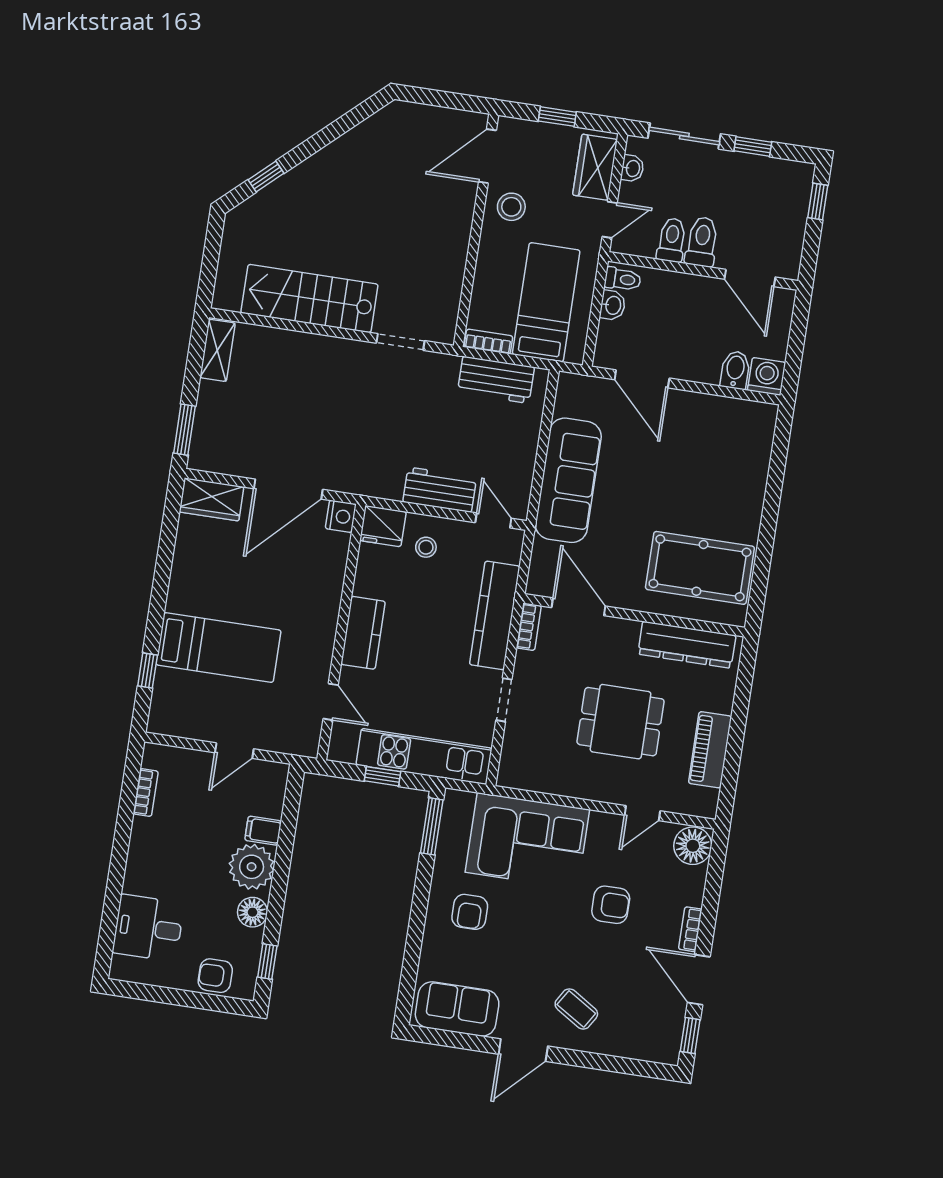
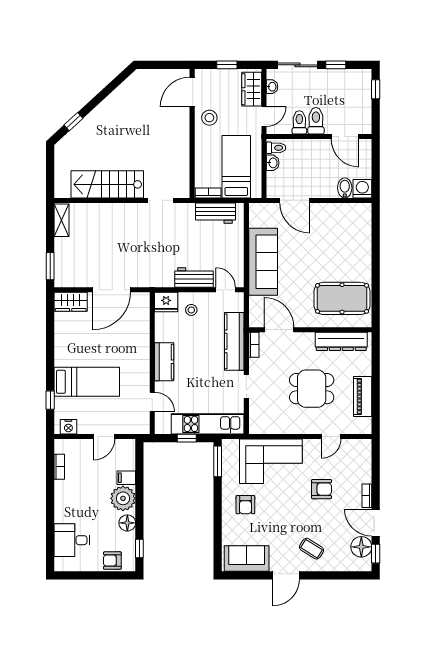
nightstand: (341, 516) -> (68, 427), moved, turned 90
floor lamp: (693, 846) -> (361, 547), moved

